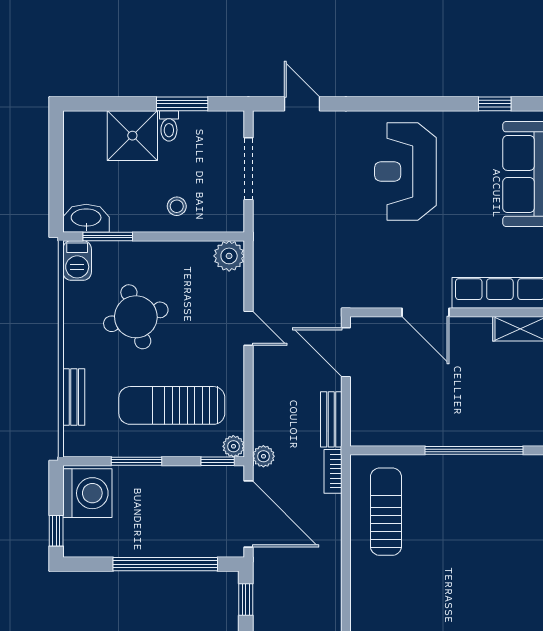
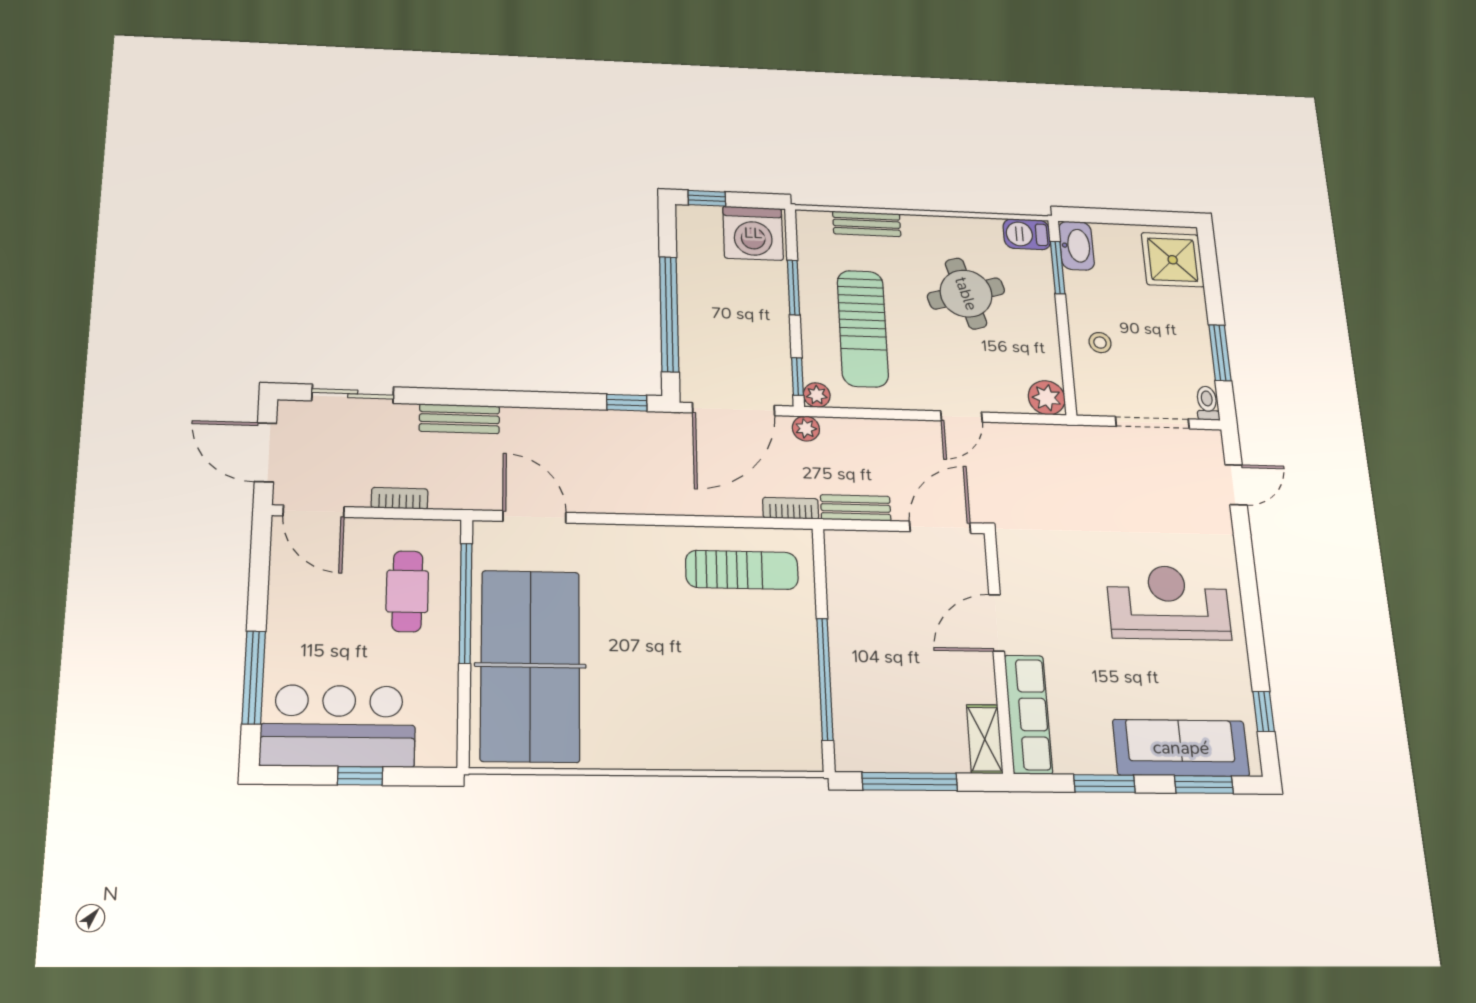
toilet: (169, 126) -> (1207, 403), moved, turned 90
shower: (132, 136) -> (1173, 260), moved
sun lounger: (172, 405) -> (863, 328), turned 180

